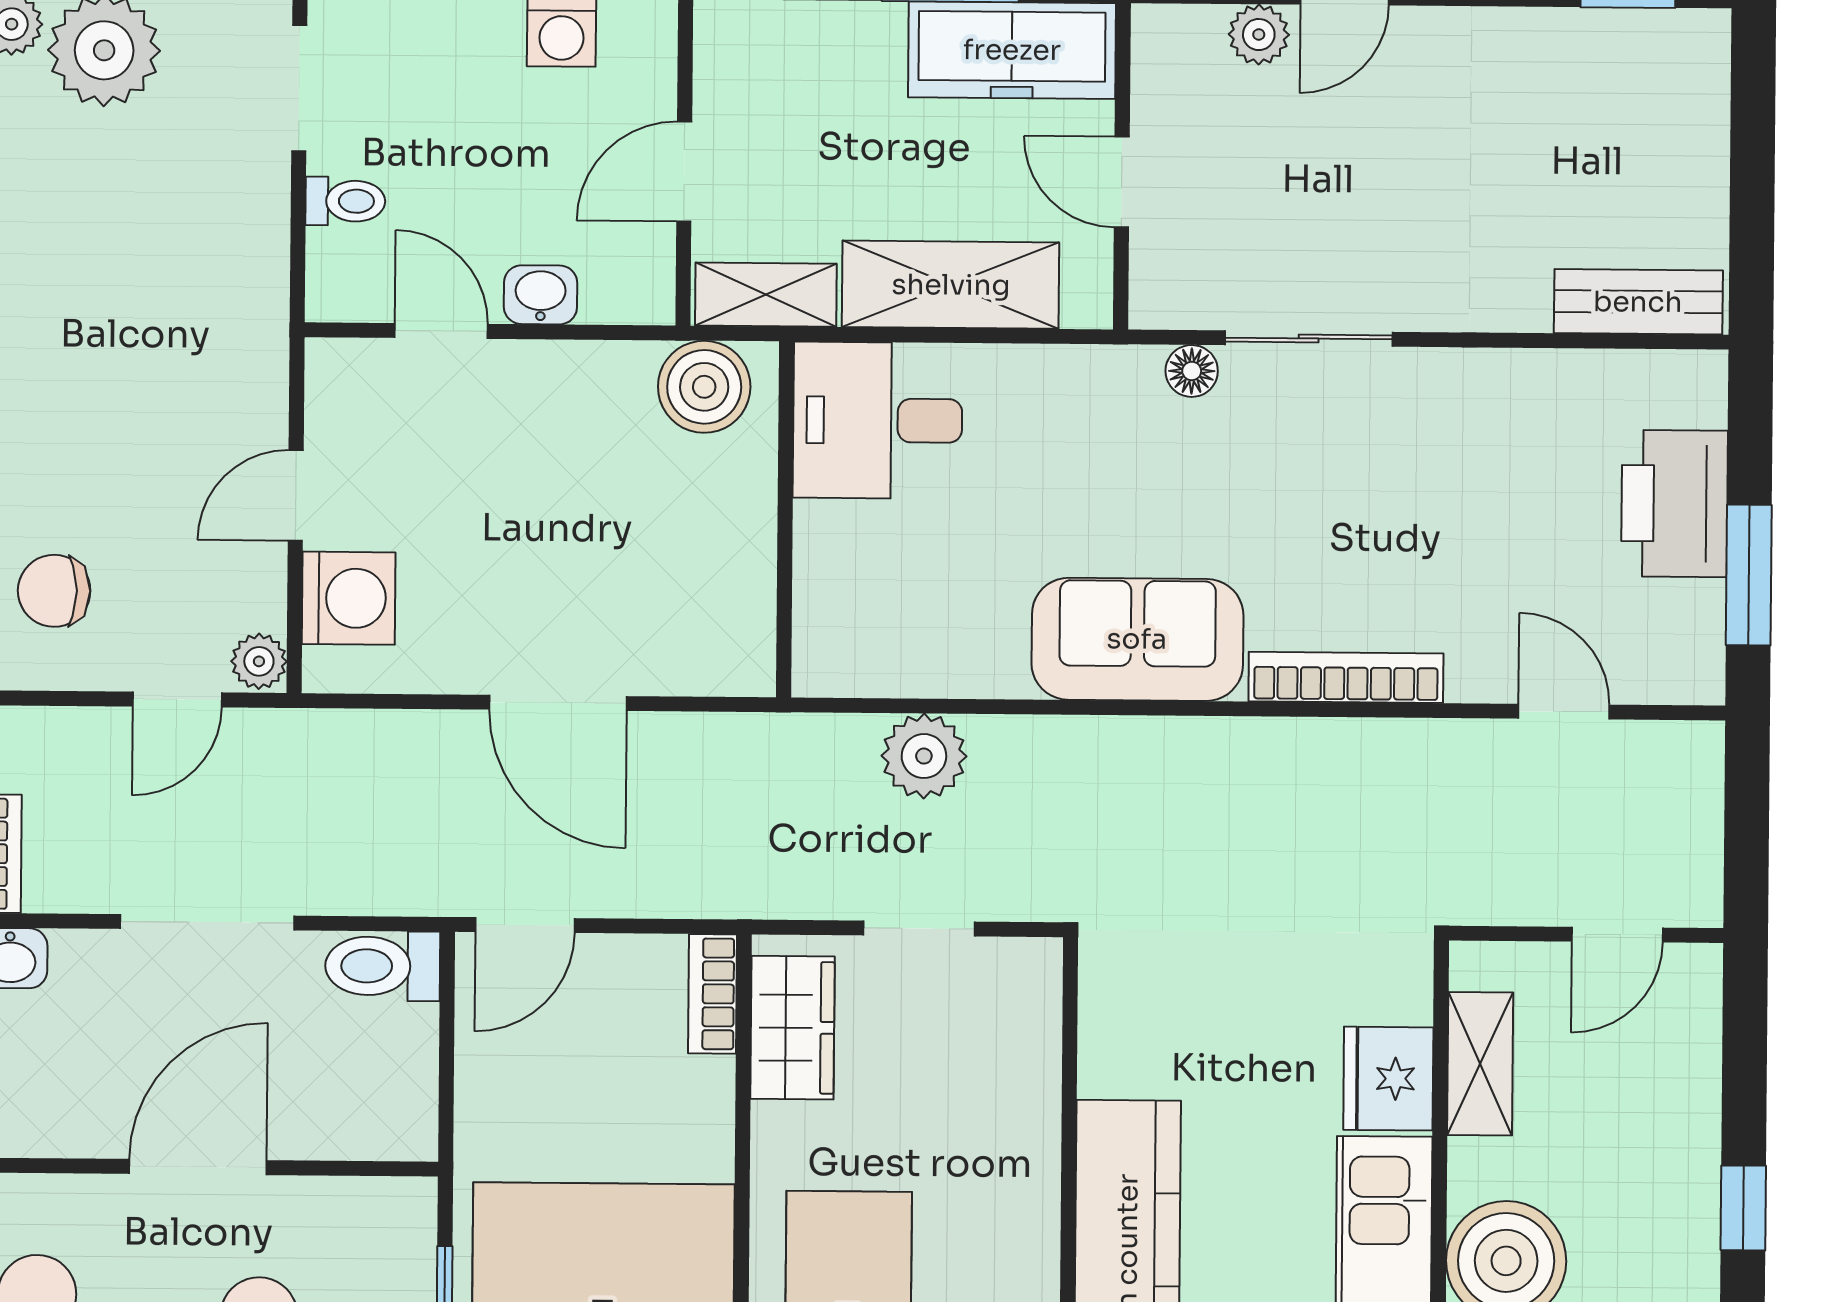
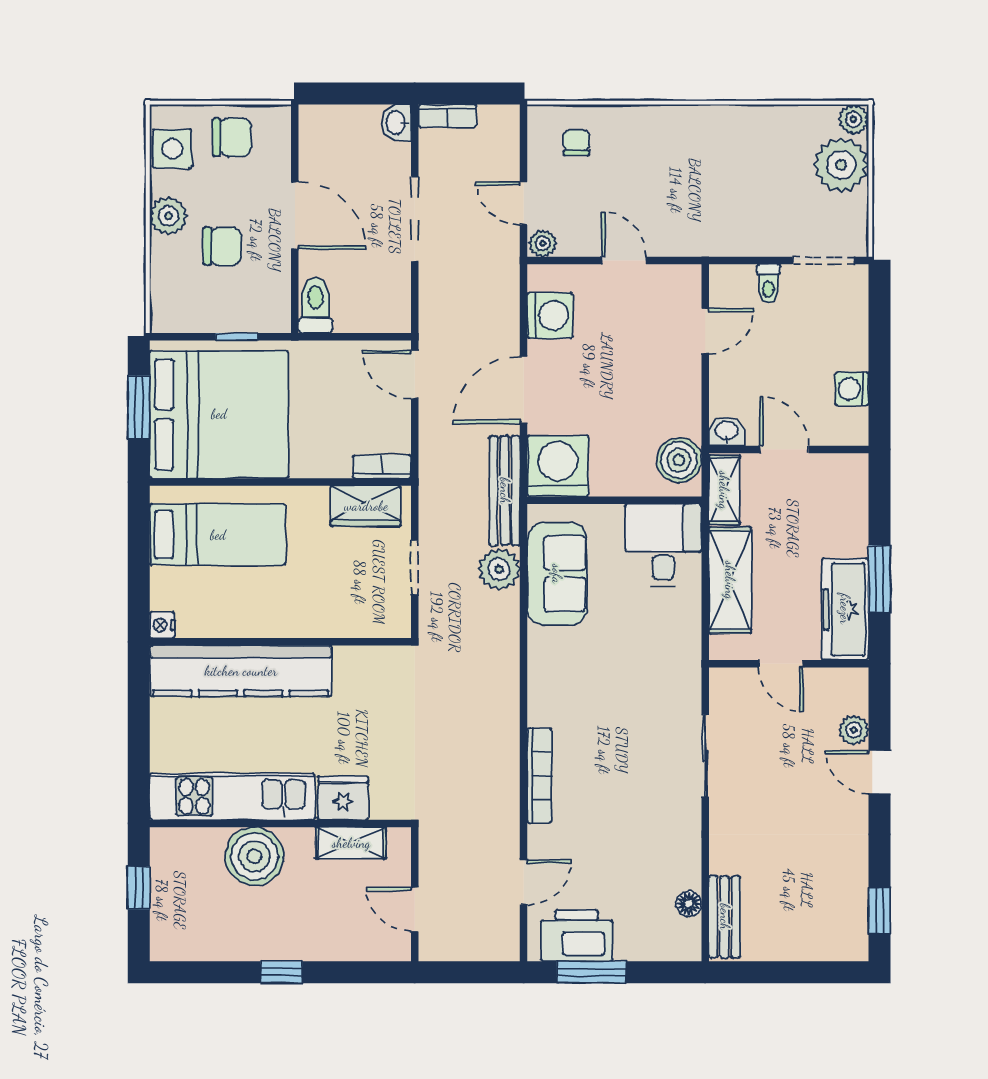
door: (1122, 182) -> (781, 664), swing flipped
washbasin: (541, 295) -> (727, 431), moved, turned -90
floor lamp: (1192, 371) -> (689, 904), moved
printer: (1675, 504) -> (577, 936), moved
chair: (54, 591) -> (576, 143), width x0.73, depth x0.73
washing machine: (349, 598) -> (550, 315), moved, turned -90
washing machine: (714, 634) -> (558, 466), added
sofa: (1137, 639) -> (557, 574), moved
bench: (763, 743) -> (505, 491), added
toilet: (383, 966) -> (315, 305), moved

